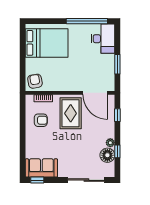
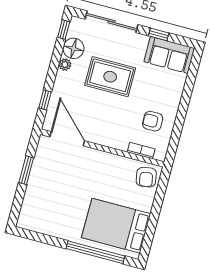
window: (87, 21) -> (95, 252), moved
desk: (103, 39) -> (37, 211), removed
rug: (71, 113) -> (110, 77), moved, turned 90
window: (117, 151) -> (64, 30), moved
window: (37, 180) -> (159, 34), moved

